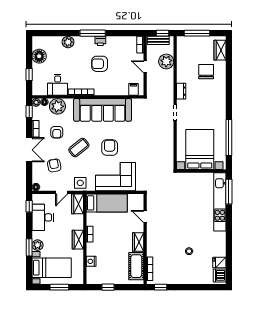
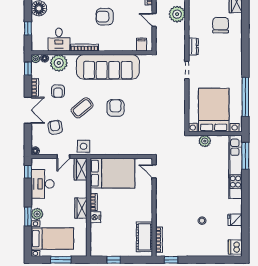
corner sofa: (116, 177) -> (122, 139), removed
plant: (192, 178) -> (205, 141), added
bed: (107, 203) -> (112, 173), width x1.50
door: (145, 216) -> (154, 171), moved
wardrobe: (138, 242) -> (146, 211), removed
nightstand: (91, 261) -> (95, 217), moved
fridge: (219, 263) -> (235, 220), moved

